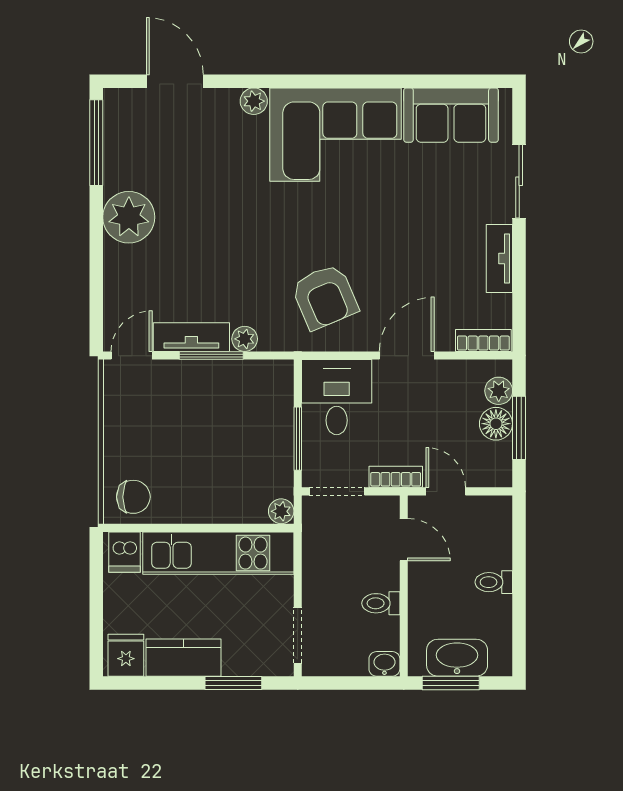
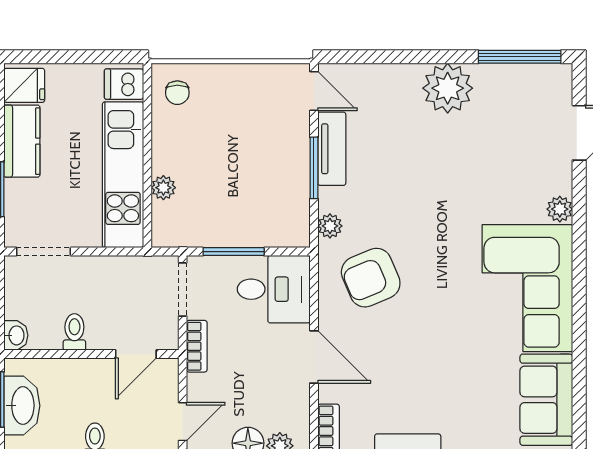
plant: (245, 339) -> (330, 226), moved
door: (446, 491) -> (183, 422), moved
chair: (133, 497) -> (177, 93), width x0.73, depth x0.73
plant: (281, 511) -> (163, 188), moved

